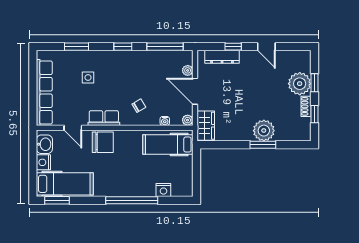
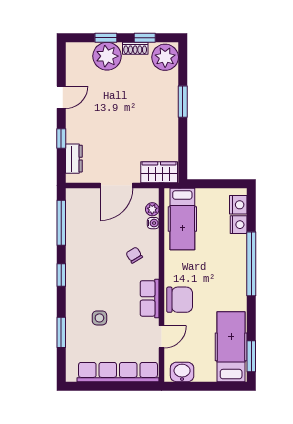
dresser: (222, 57) -> (74, 159), width x0.70
plant: (188, 70) -> (91, 195), removed
plant: (188, 120) -> (152, 209), moved
plant: (264, 131) -> (165, 57), moved
chair: (103, 142) -> (180, 300), turned 90
nightstand: (43, 162) -> (238, 205), moved, turned -90

